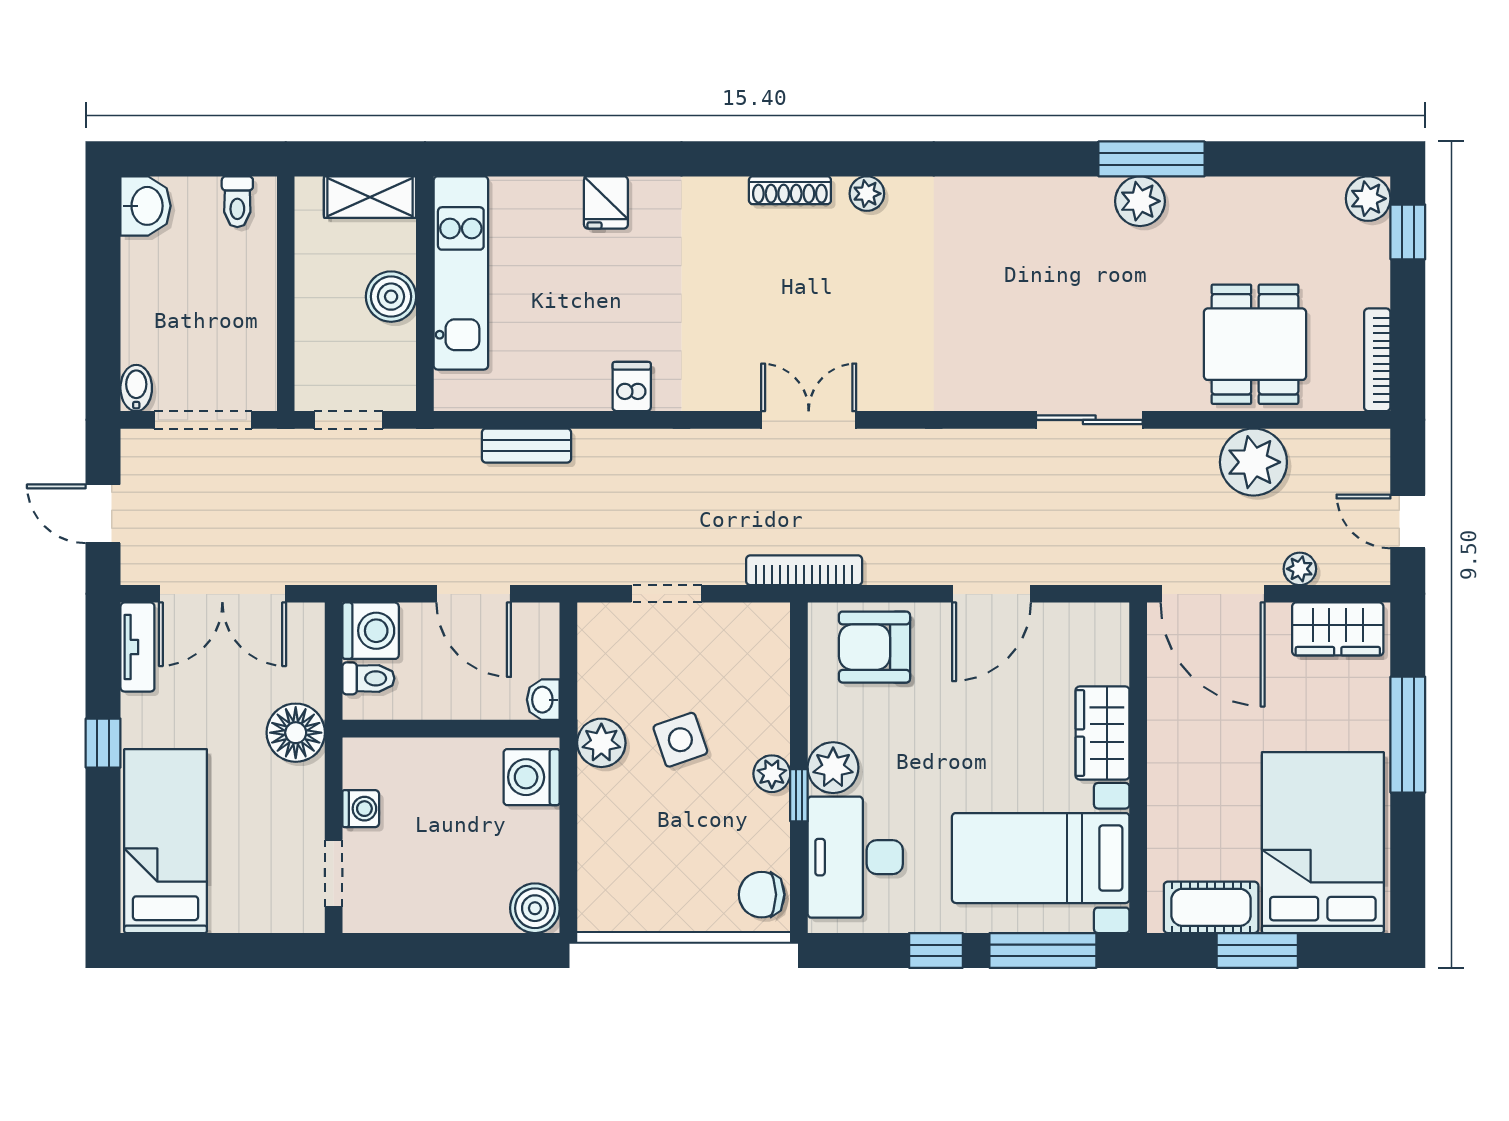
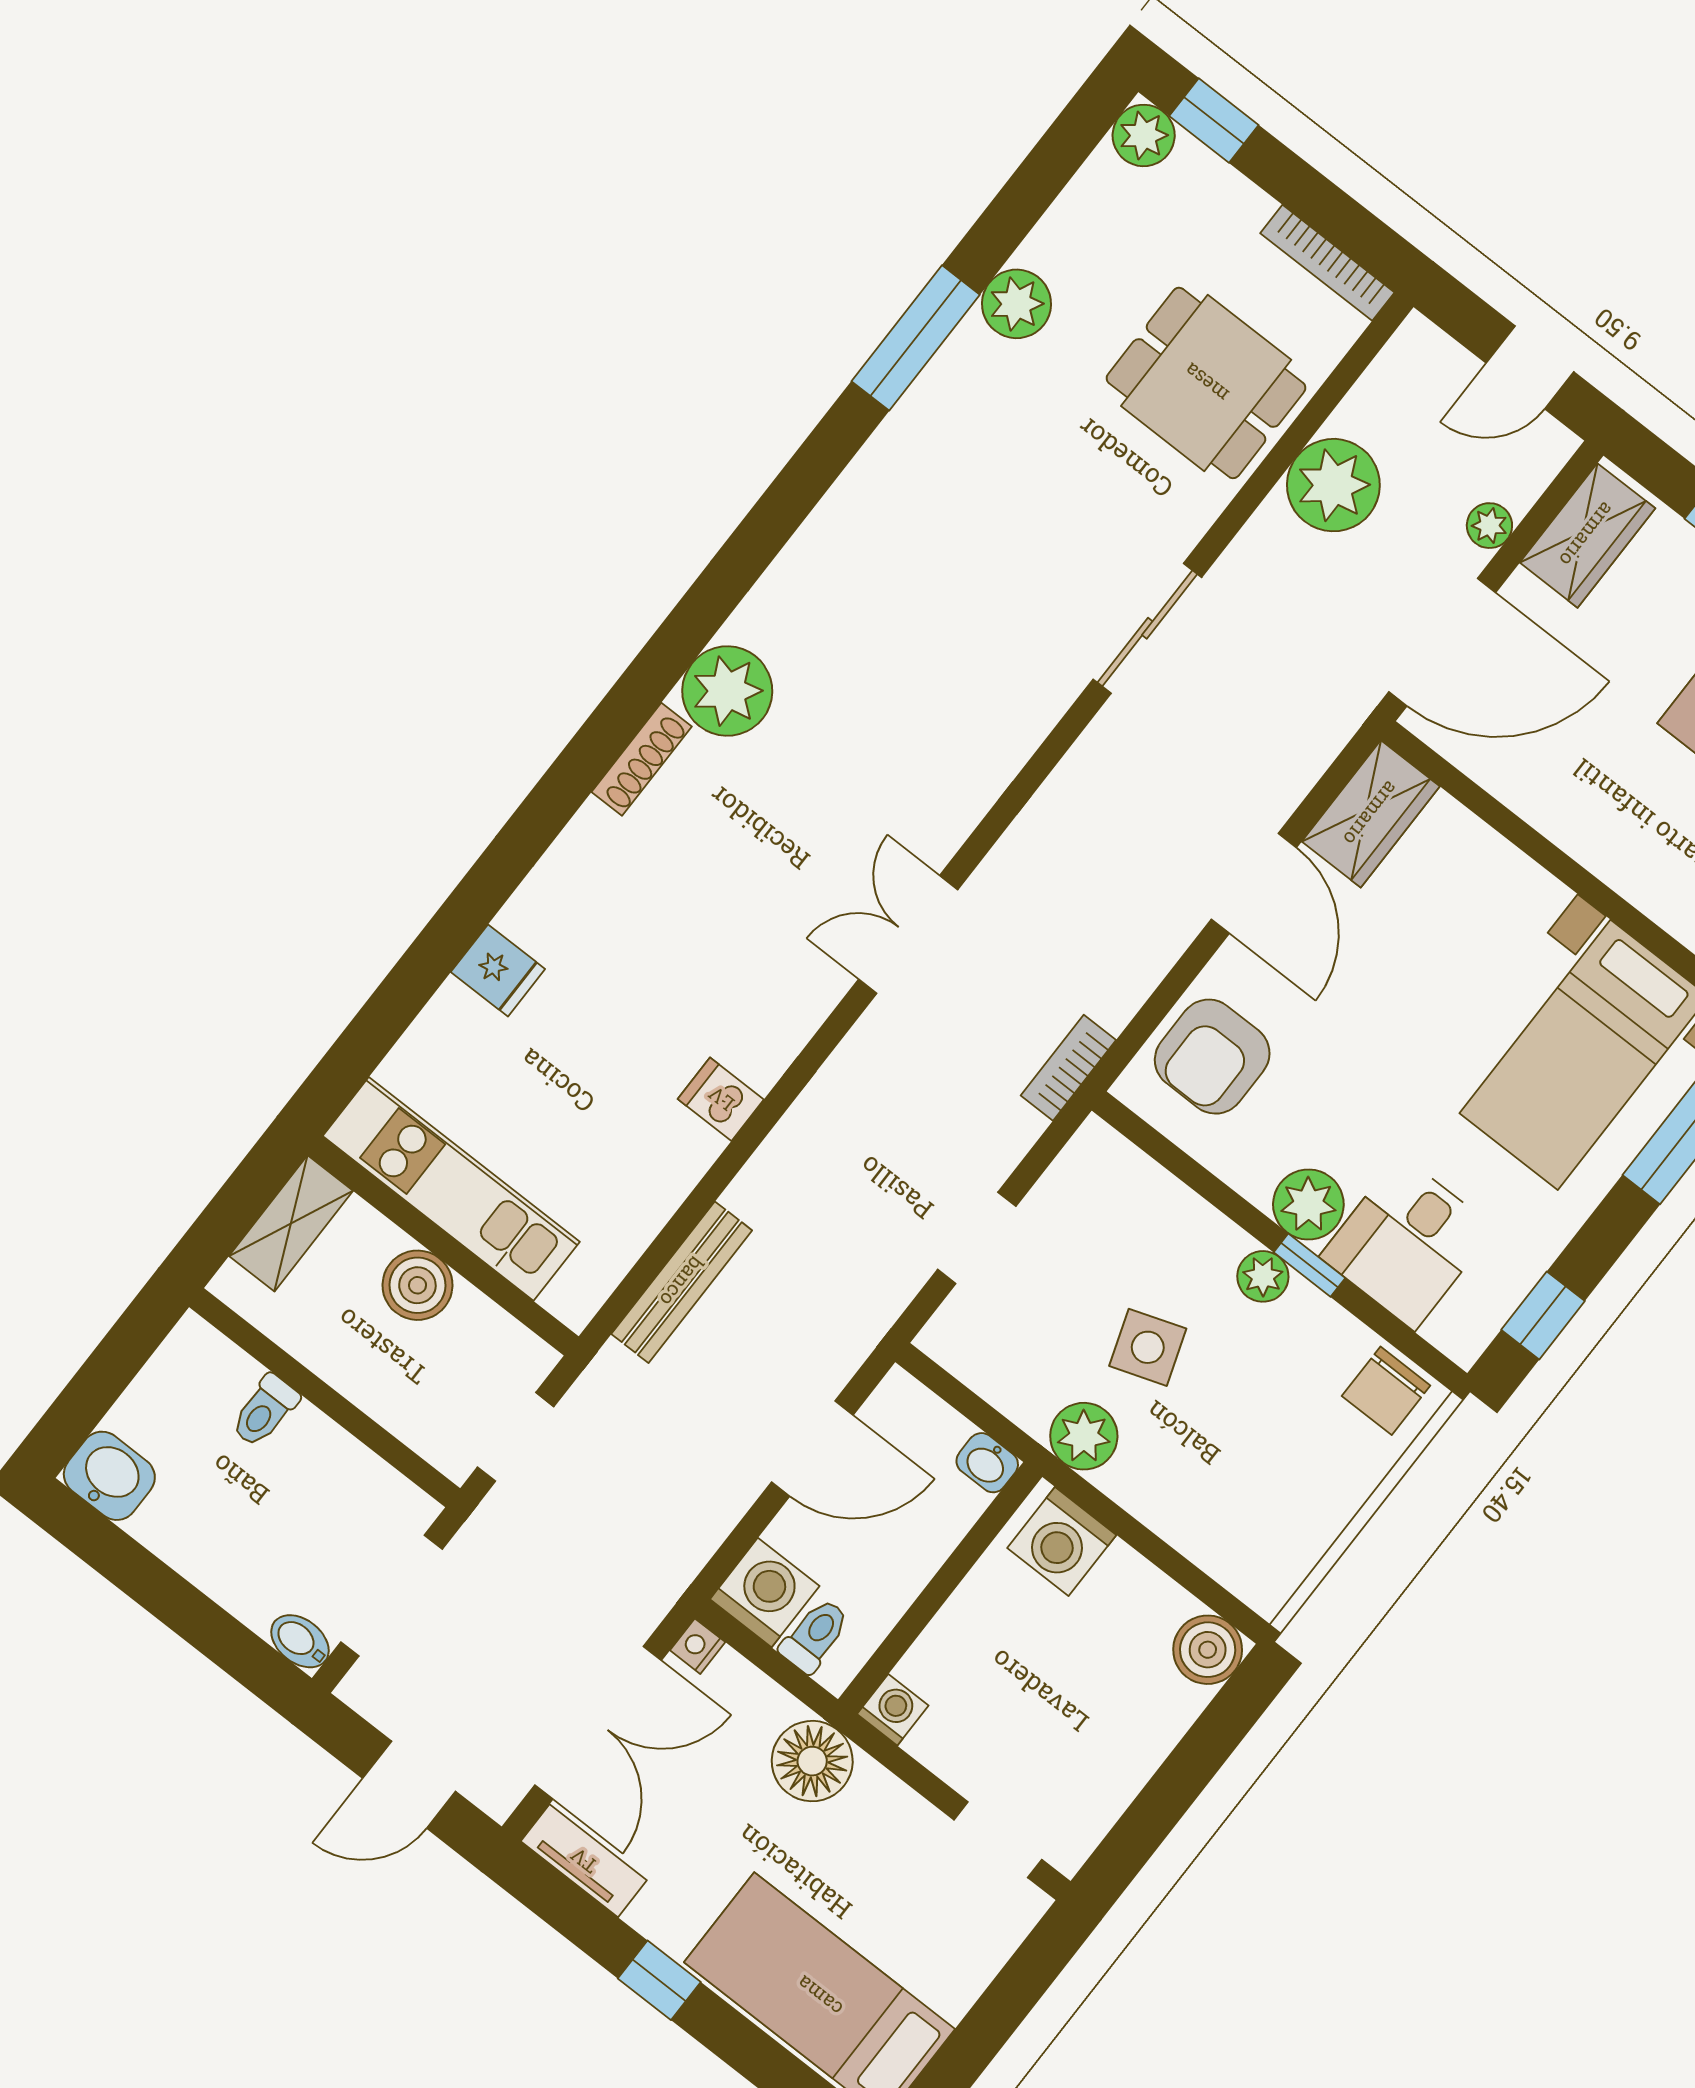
plant: (867, 194) -> (727, 691), width x1.87, depth x1.87
plant: (1140, 201) -> (1017, 304), moved
toilet: (237, 202) -> (265, 1411), moved, turned 90
bench: (526, 446) -> (682, 1282), width x1.36
bookcase: (804, 570) -> (1068, 1068), width x0.64
nightstand: (310, 616) -> (698, 1646), added
wardrobe: (1102, 733) -> (1371, 814), moved, turned -90
washing machine: (361, 809) -> (893, 1710), moved
desk: (855, 857) -> (1407, 1243), width x0.73
window: (936, 950) -> (1543, 1315), moved

